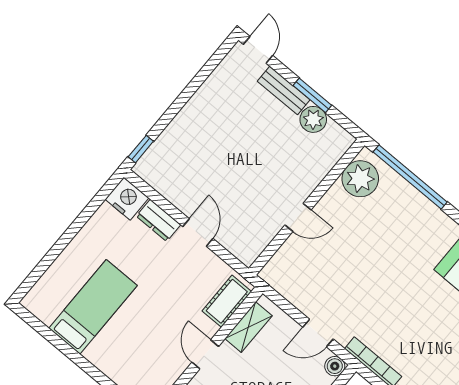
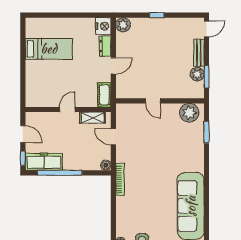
window: (312, 95) -> (206, 77), moved
window: (141, 149) -> (157, 15), moved
plant: (149, 168) -> (123, 25), added
window: (410, 177) -> (206, 132), width x0.47
cot: (227, 301) -> (104, 95), moved, turned 90
door: (318, 333) -> (113, 137), moved

